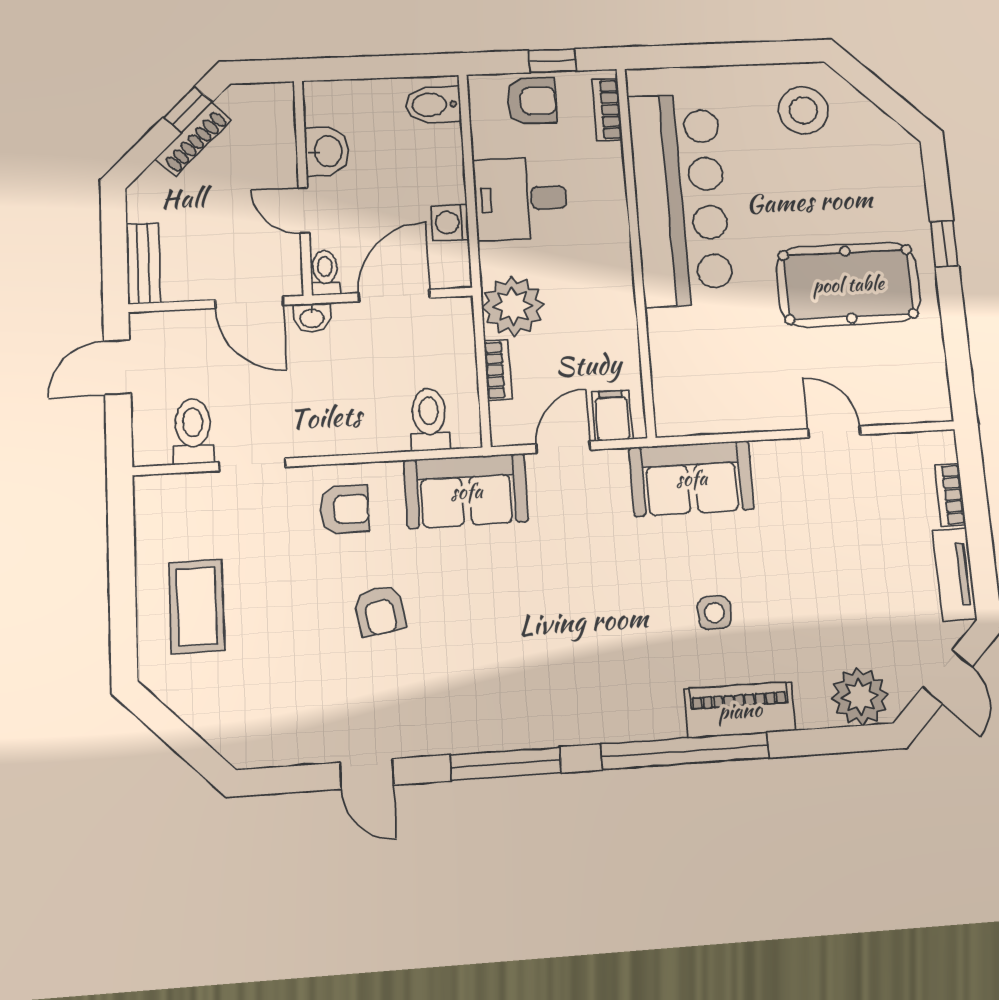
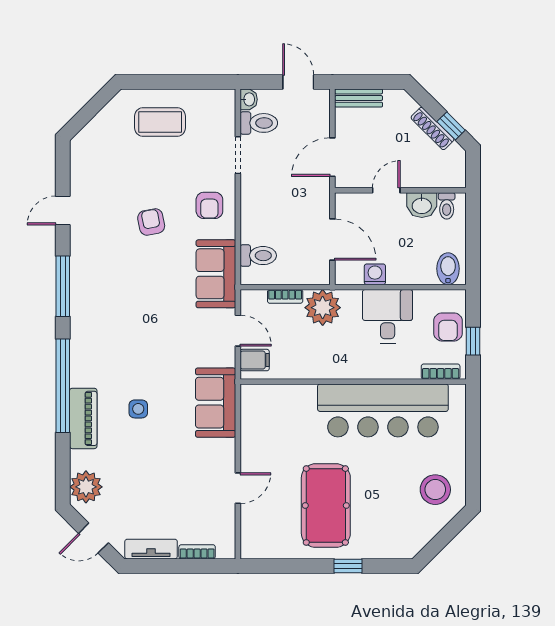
toilet: (325, 273) -> (447, 206), moved, turned 90
washbasin: (312, 318) -> (249, 99), moved, turned 180
armchair: (380, 611) -> (151, 222), turned 89

